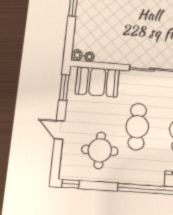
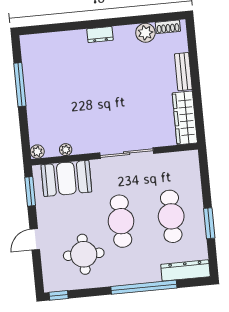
plant: (89, 57) -> (66, 150), moved
door: (60, 130) -> (35, 239), hinge flipped

